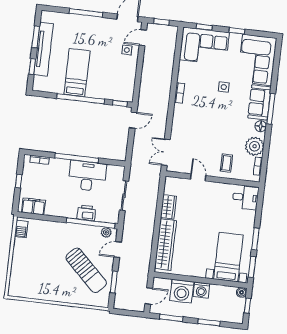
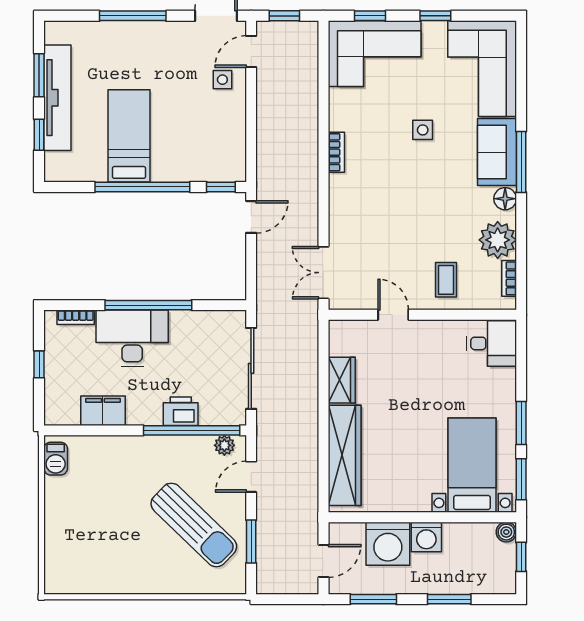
desk: (87, 176) -> (132, 338), moved
sliding door: (124, 196) -> (251, 368), width x1.37
filing cabinet: (33, 206) -> (103, 411), moved

